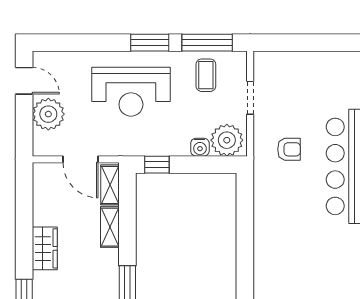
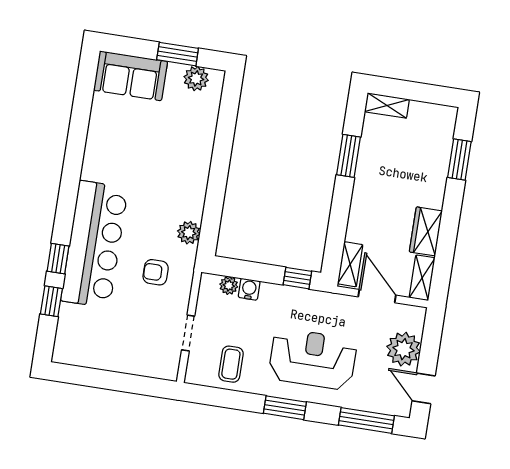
window: (207, 43) -> (366, 420), moved
plant: (227, 140) -> (229, 285), width x0.53, depth x0.53
plant: (264, 191) -> (189, 233), added
shelving: (110, 227) -> (422, 278), moved
wardrobe: (45, 248) -> (426, 231), moved

